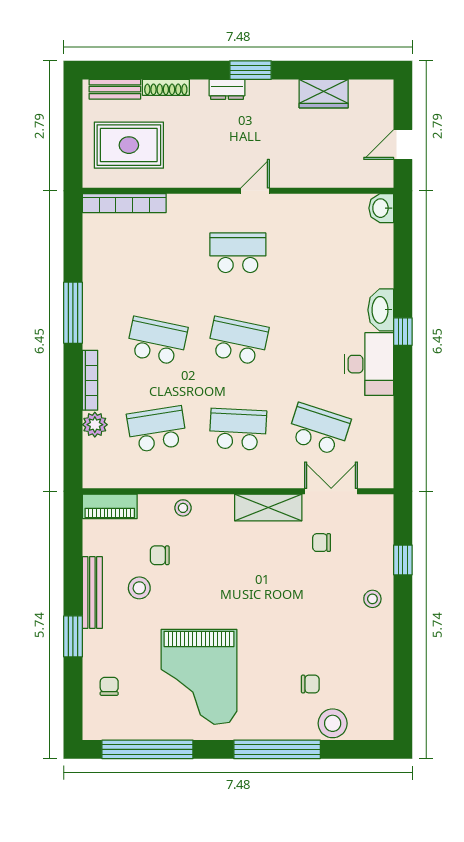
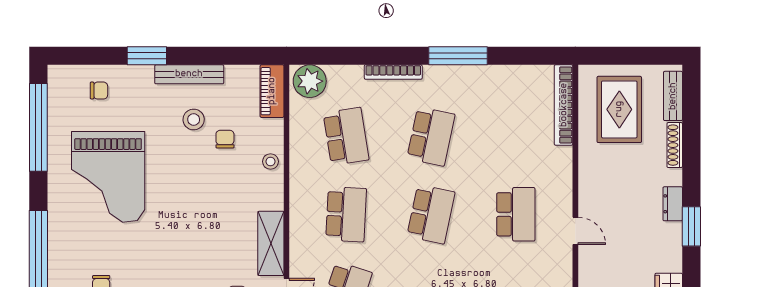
plant: (95, 425) -> (310, 81), moved, width x1.36, depth x1.36
grand piano: (199, 677) -> (108, 177), turned -90

